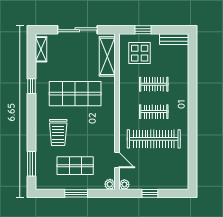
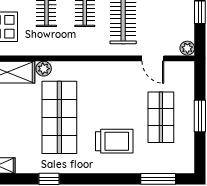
door: (117, 160) -> (153, 58), swing flipped
plant: (110, 184) -> (44, 69), moved

